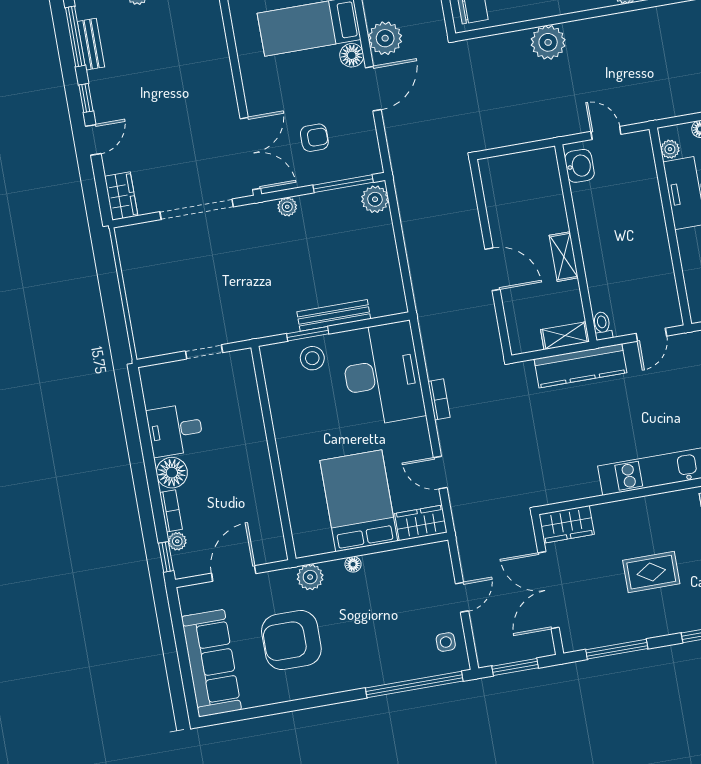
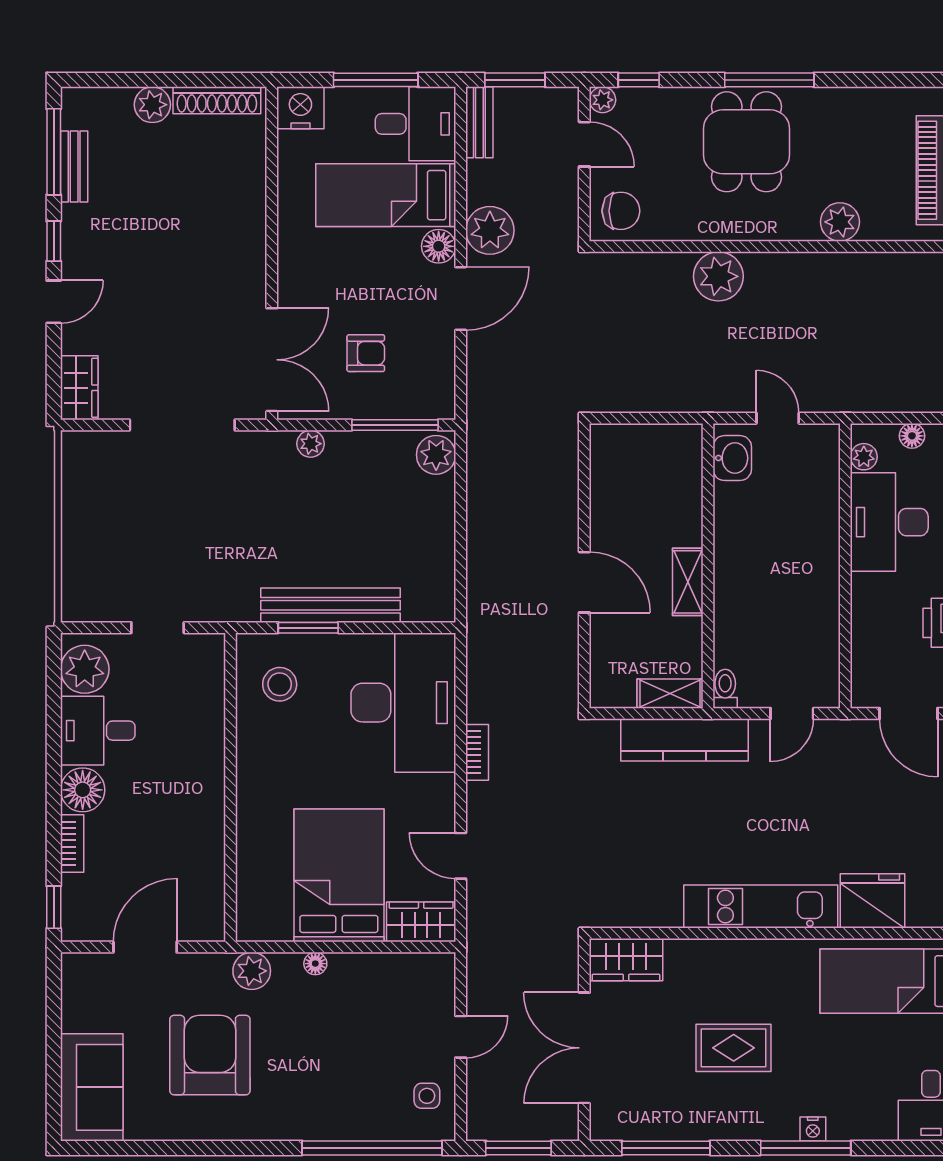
bench: (334, 315) -> (331, 605), width x1.37, depth x1.21
stool: (312, 358) -> (280, 684), moved
plant: (177, 541) -> (85, 669), moved, width x1.87, depth x1.87
armchair: (291, 640) -> (210, 1055), turned 90
sofa: (211, 663) -> (92, 1087), width x0.73

